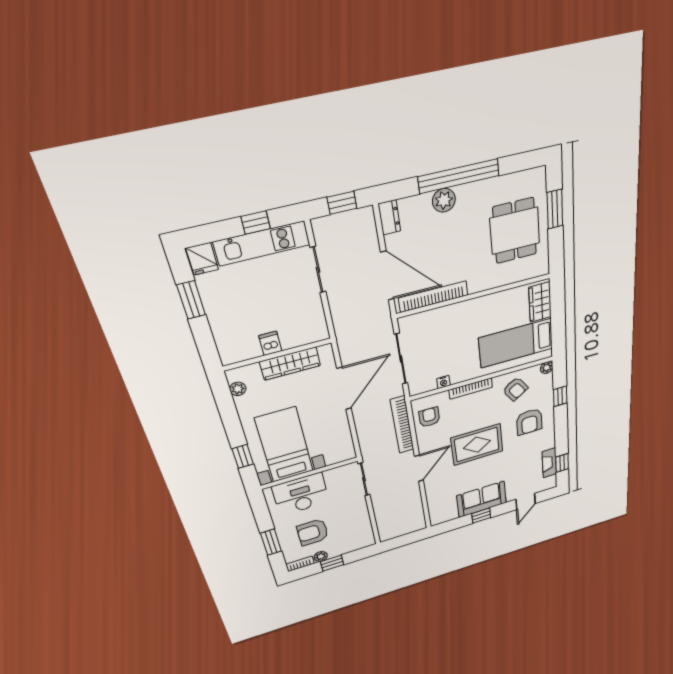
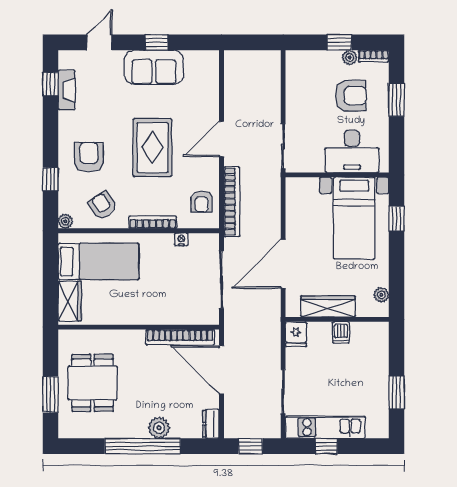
fridge: (202, 259) -> (296, 334), moved, turned 180
rug: (477, 445) -> (152, 147), turned 90

